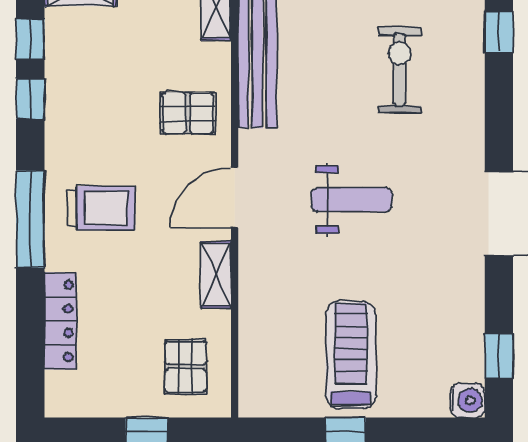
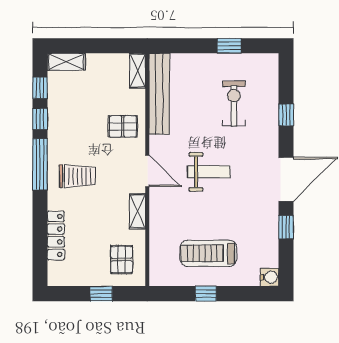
window: (499, 32) -> (286, 115), moved
door: (235, 198) -> (147, 171), swing flipped
window: (30, 219) -> (40, 164), moved
treadmill: (351, 355) -> (208, 253), turned -90
window: (499, 356) -> (286, 227), moved

